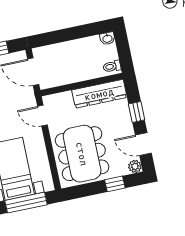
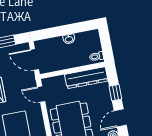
washbasin: (107, 38) -> (69, 39), moved
door: (143, 144) -> (120, 118), hinge flipped

